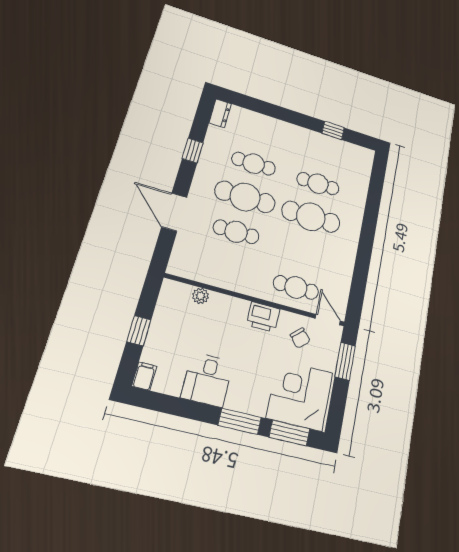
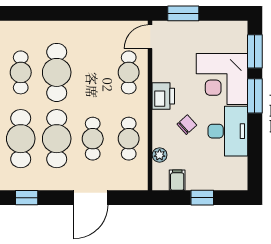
cafe table: (254, 164) -> (21, 139), width x1.37, depth x1.35
cafe table: (227, 268) -> (129, 139), added
chair: (300, 338) -> (187, 125), moved
filing cabinet: (144, 376) -> (177, 180), moved, turned 90
desk: (207, 380) -> (228, 131), width x1.37
corner desk: (300, 395) -> (222, 79), moved

